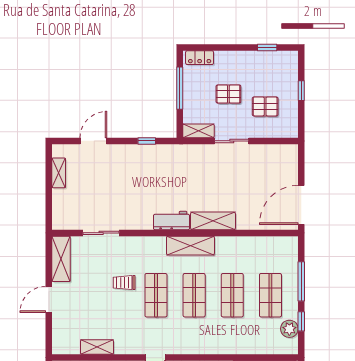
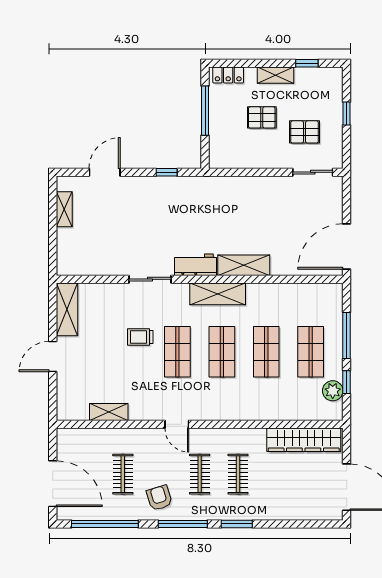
shelving: (198, 131) -> (275, 75), moved
sliding door: (232, 141) -> (313, 172), moved
sliding door: (101, 233) -> (150, 279), moved

